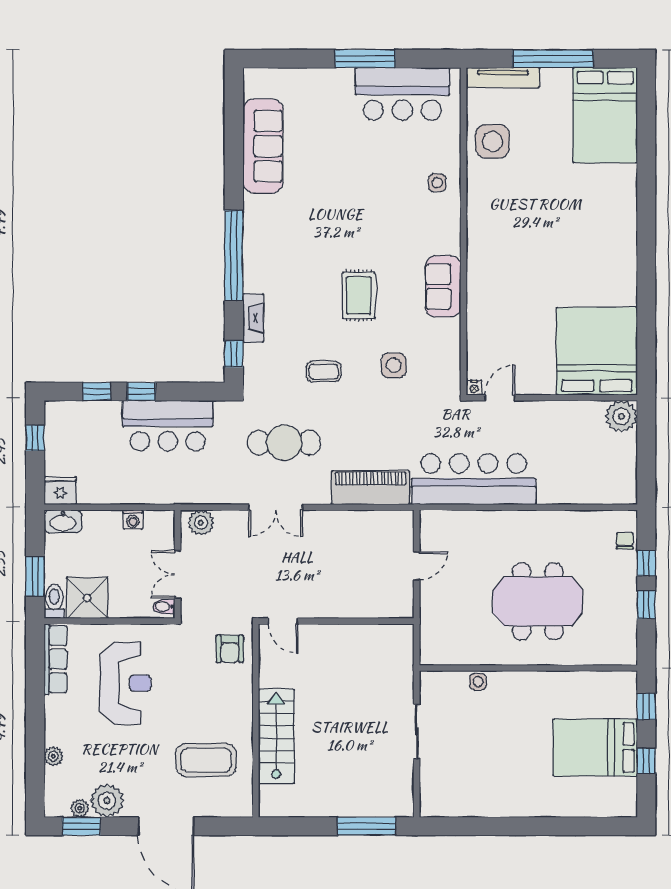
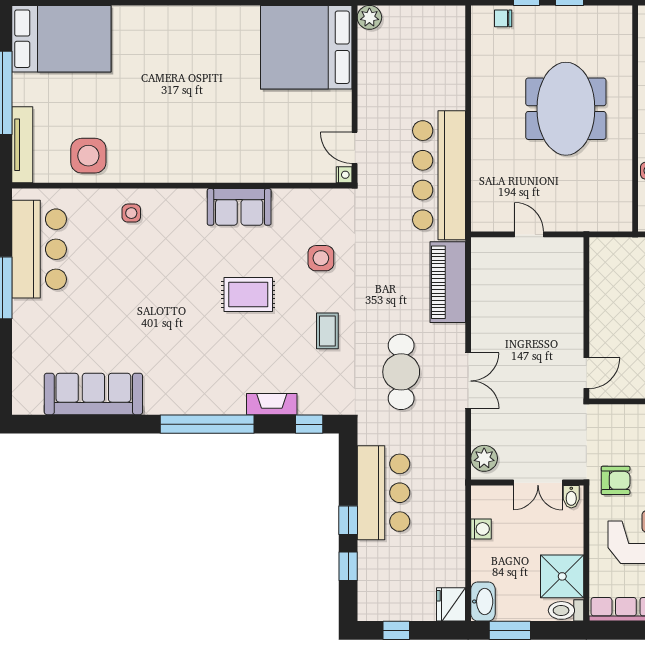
plant: (621, 416) -> (369, 17), width x0.73, depth x0.73
window: (35, 576) -> (510, 630), moved
armchair: (230, 649) -> (616, 480), moved

